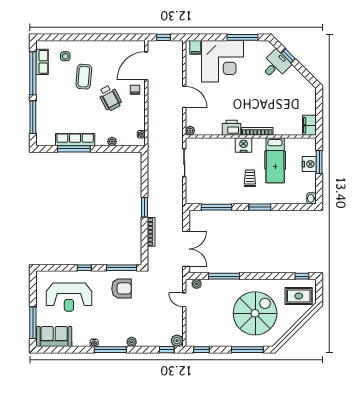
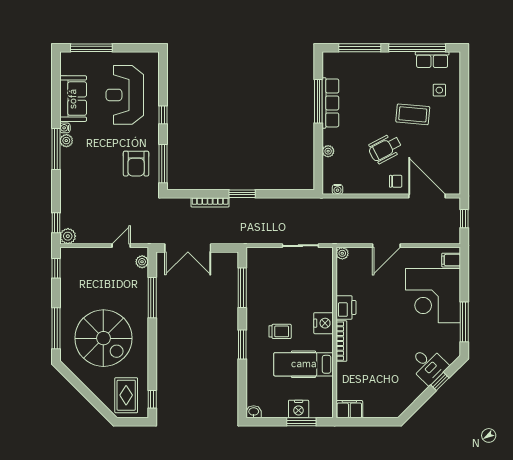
sofa: (54, 337) -> (73, 99), moved
plant: (132, 342) -> (66, 141), moved

